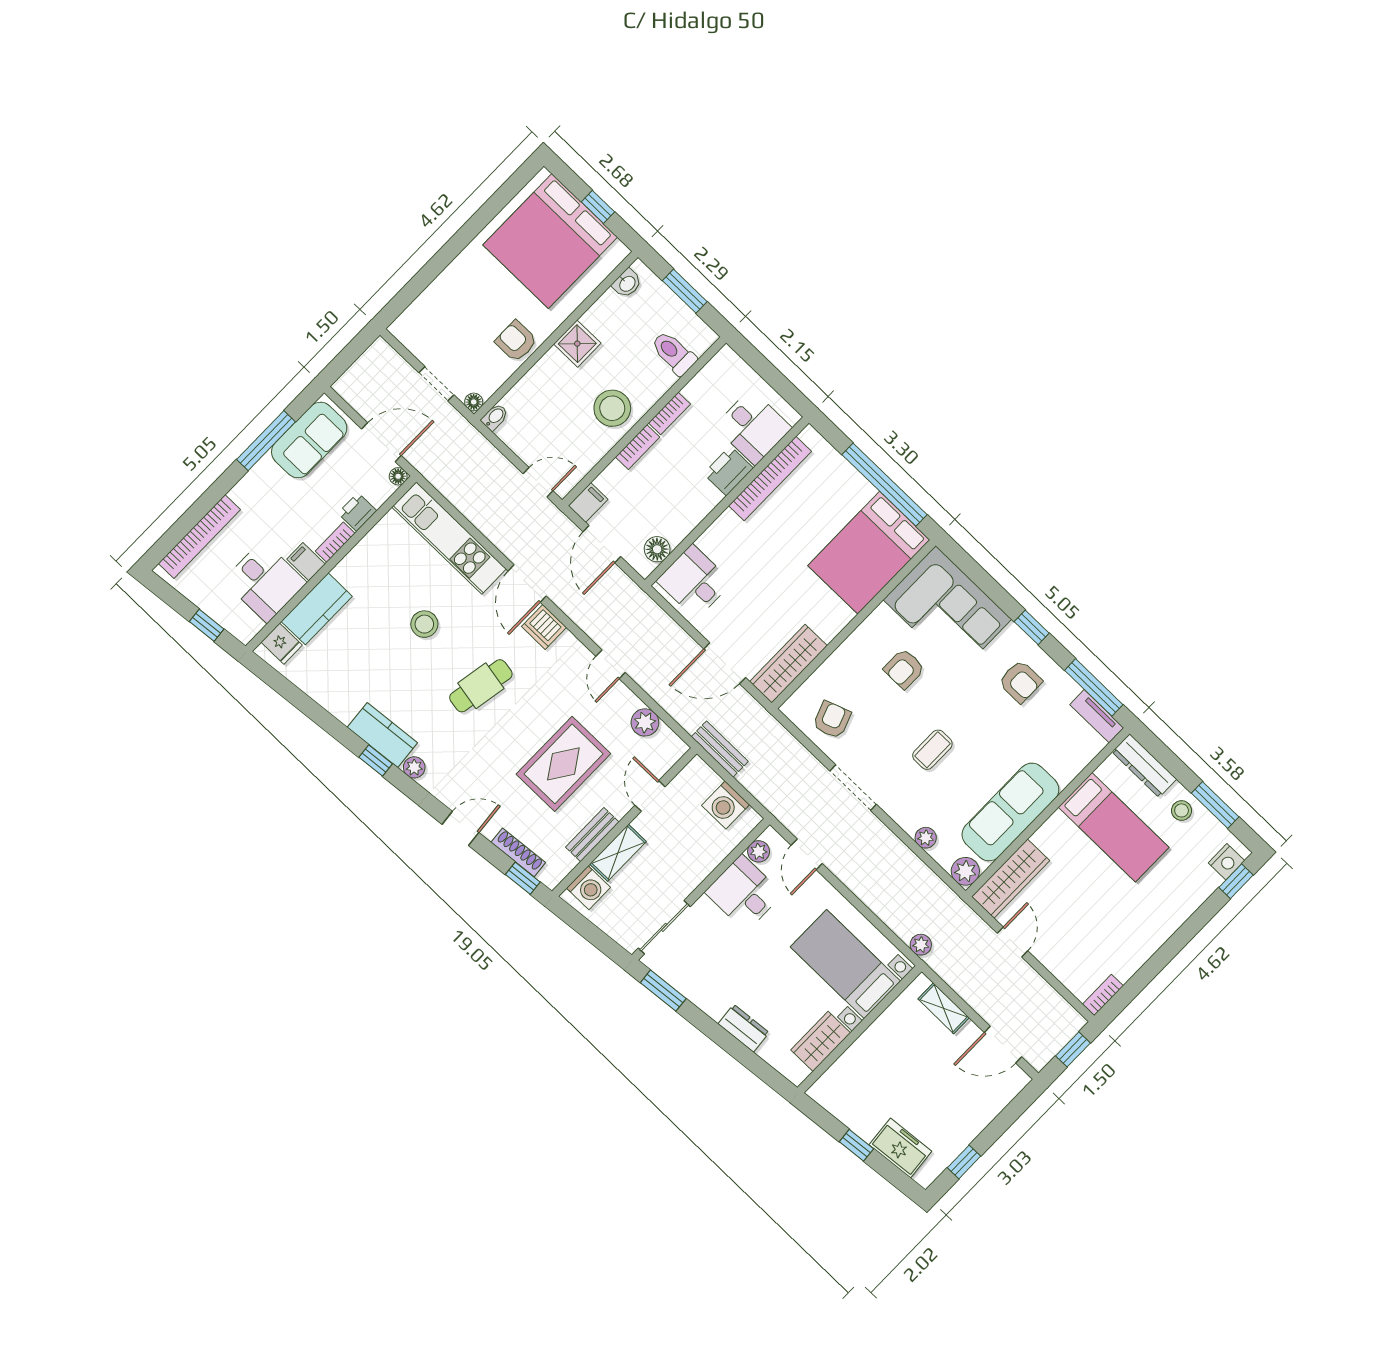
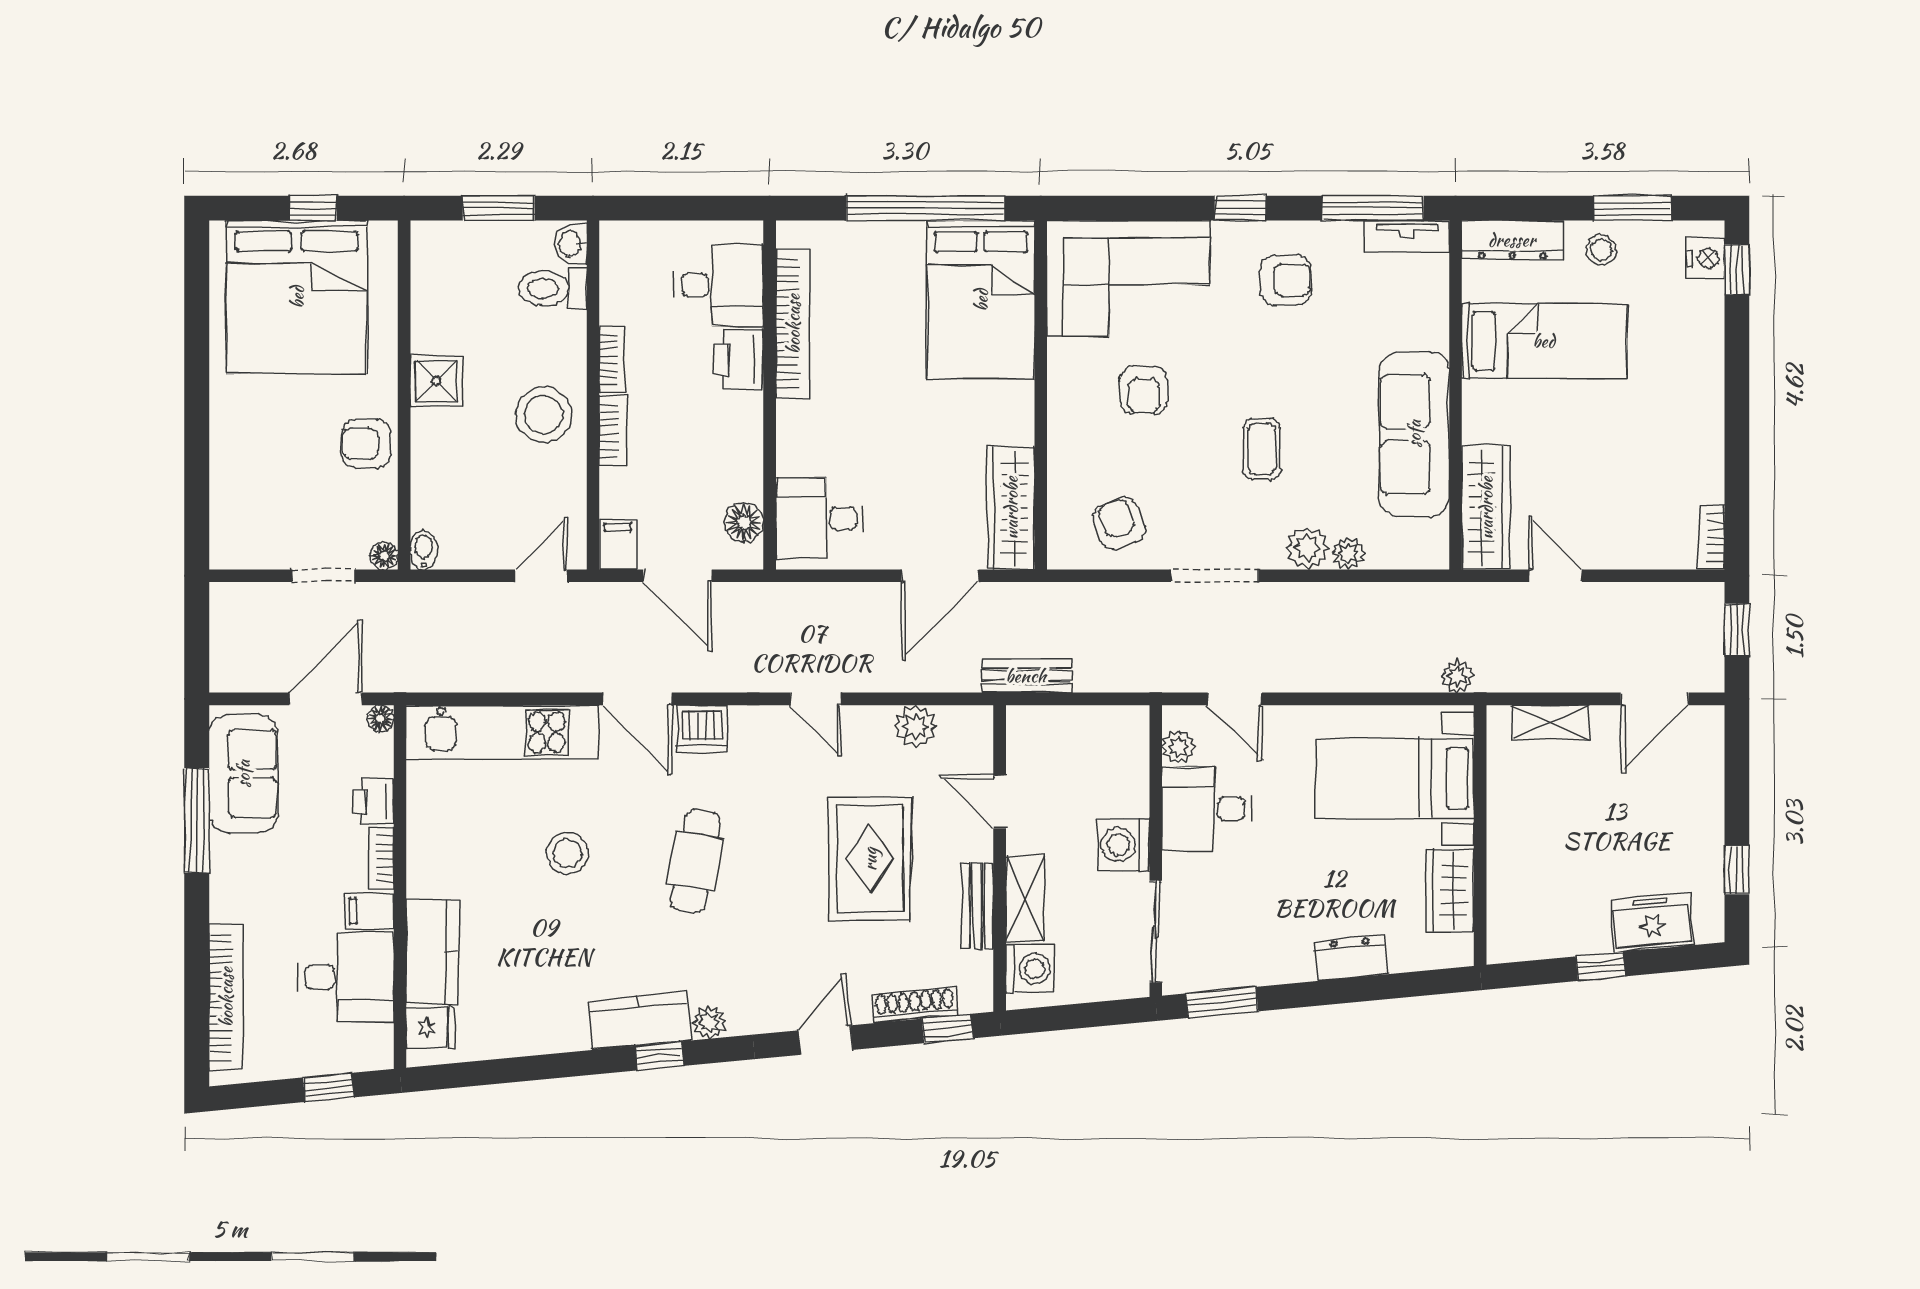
washbasin: (627, 283) -> (571, 244), moved, turned 180
washing machine: (726, 805) -> (1123, 845), moved, turned 90
plant: (965, 871) -> (1307, 548), moved

